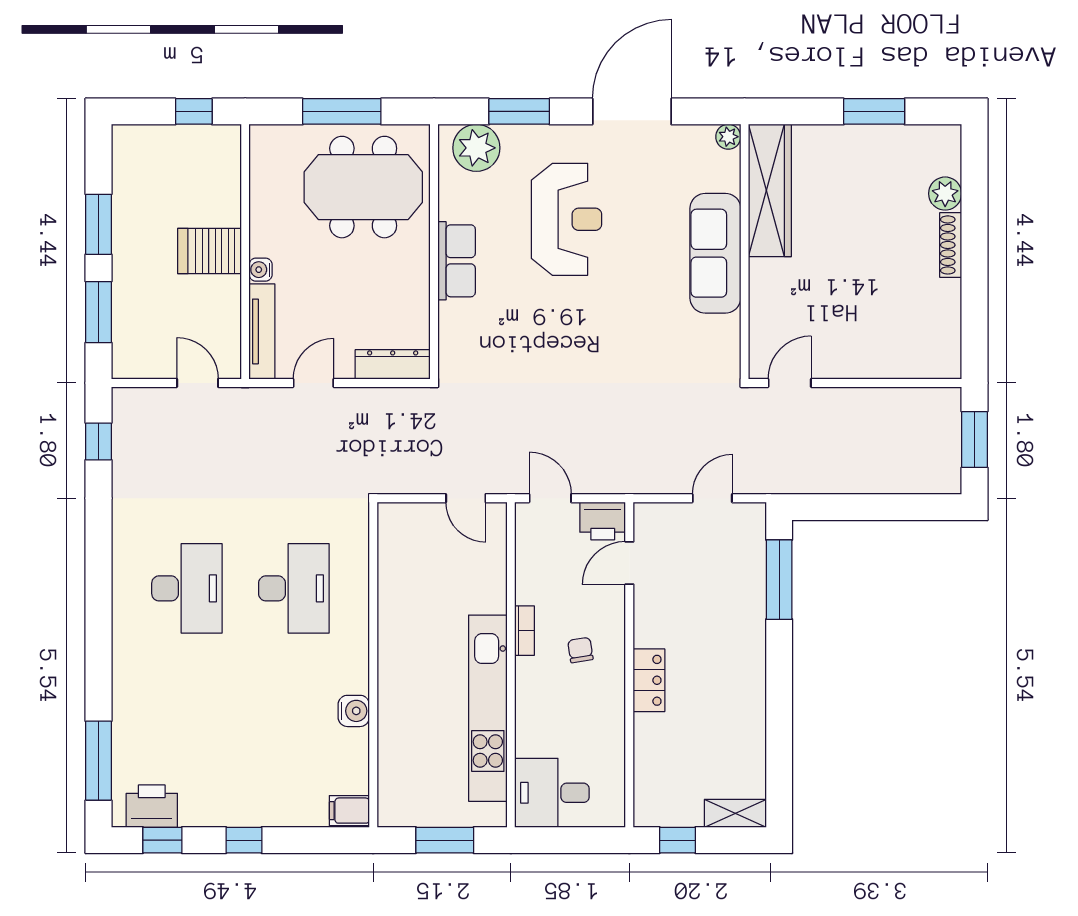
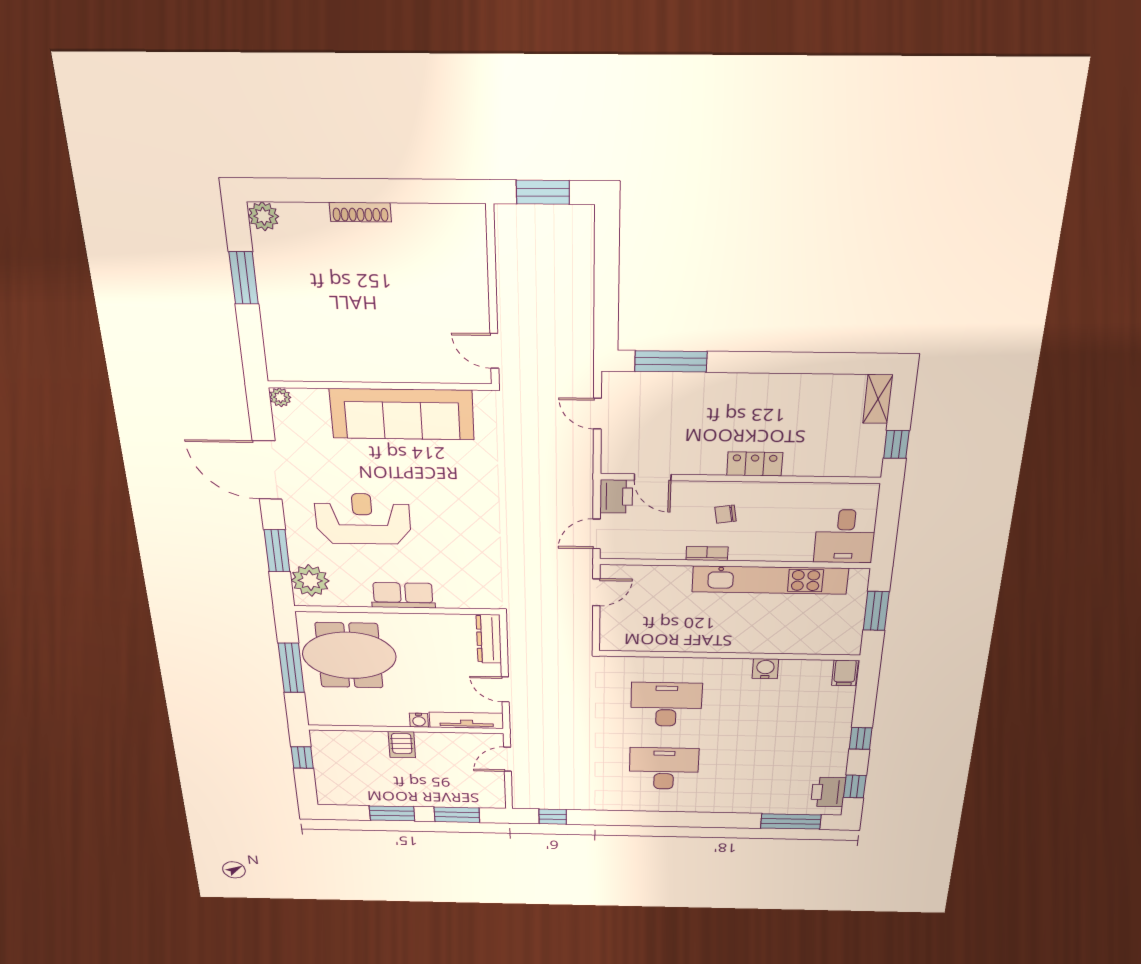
meeting table: (363, 187) -> (349, 655), turned 90
wardrobe: (770, 190) -> (324, 365), removed
plant: (945, 194) -> (263, 216), moved
server rack: (210, 251) -> (402, 745), width x0.73, depth x0.70
sofa: (715, 253) -> (402, 414), width x1.36, depth x1.27

